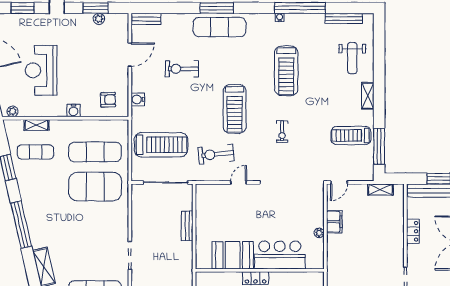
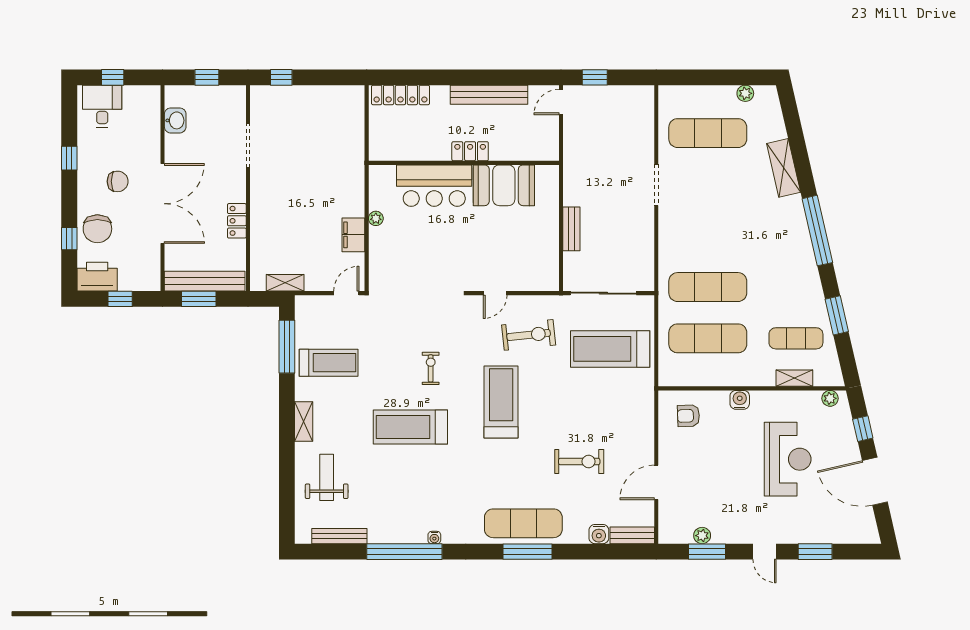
treadmill: (286, 71) -> (410, 427), moved, turned -90
water cooler: (138, 99) -> (599, 534), moved, turned 90
exercise mat: (95, 187) -> (708, 287), width x0.68

